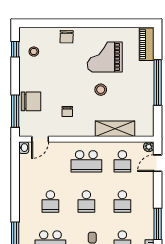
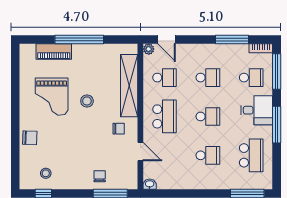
piano: (147, 44) -> (54, 51), moved
chair: (31, 101) -> (100, 176), width x0.54, depth x0.54
chair: (67, 112) -> (119, 129), moved
shelving: (115, 129) -> (129, 86), width x1.47
door: (40, 139) -> (140, 152), moved

